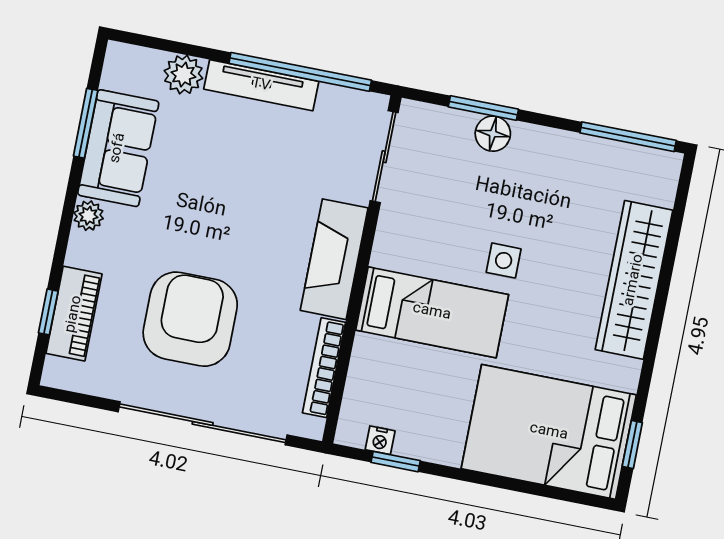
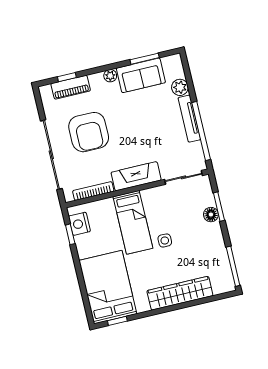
armchair: (190, 319) -> (89, 132), turned 90
nightstand: (380, 440) -> (79, 224), width x1.89, depth x1.79

